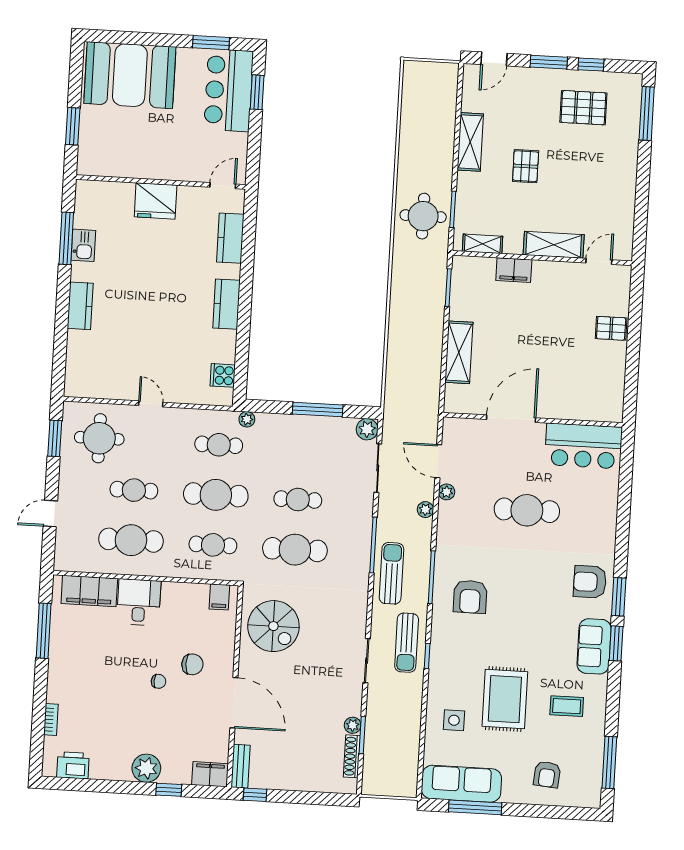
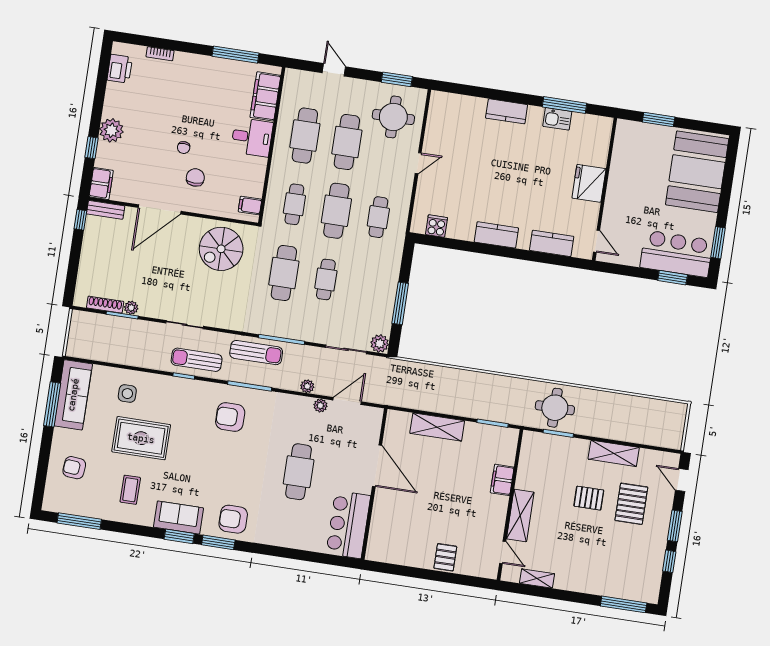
pallet: (583, 108) -> (631, 504), moved
shelving: (483, 244) -> (537, 578), moved, turned 90
plant: (247, 419) -> (398, 243), removed
cafe table: (134, 490) -> (347, 142), width x1.37, depth x1.35
armchair: (590, 582) -> (233, 519), turned -90
chair: (192, 664) -> (195, 177), turned 180

